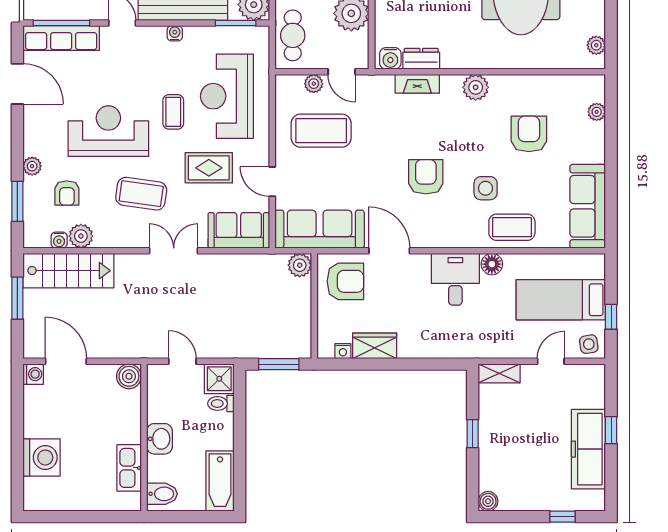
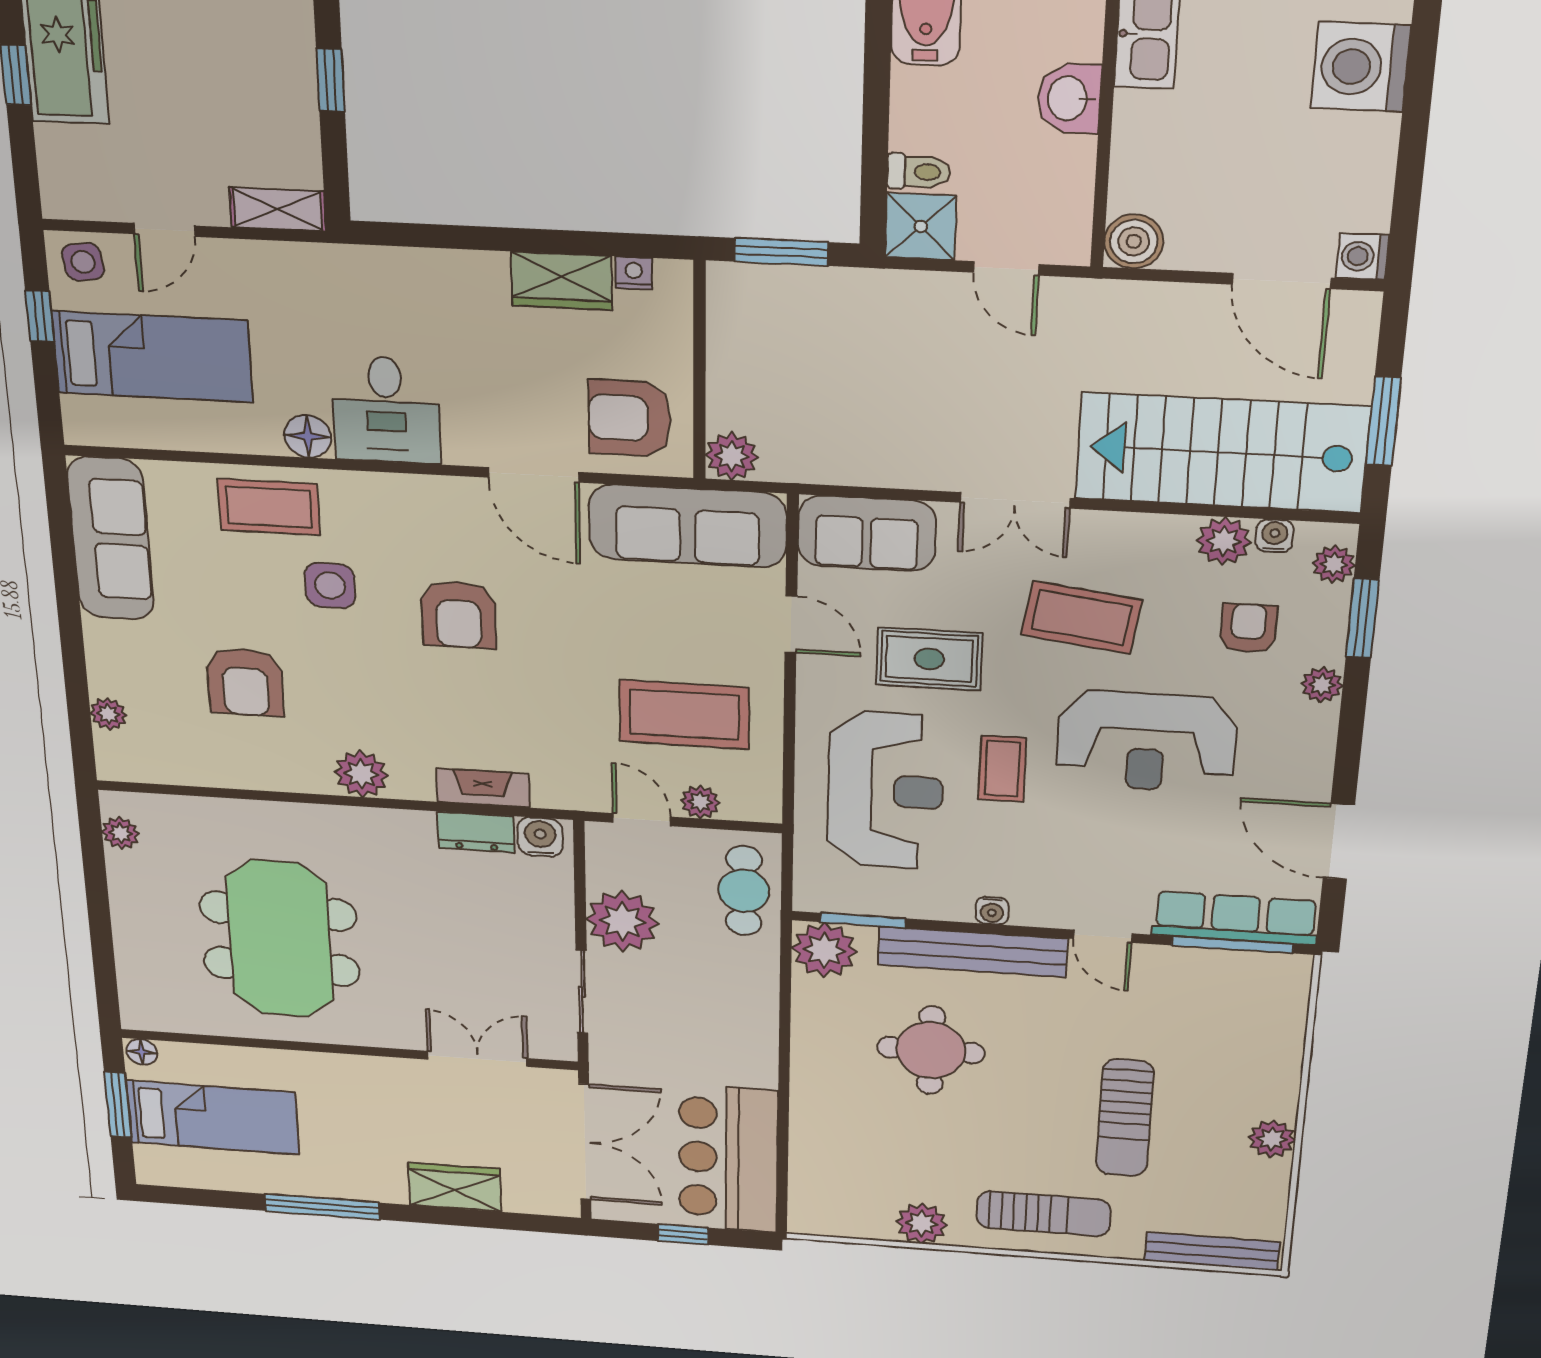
plant: (32, 227) -> (1334, 564), added
stairs: (68, 271) -> (1222, 453), width x1.36, depth x1.51

